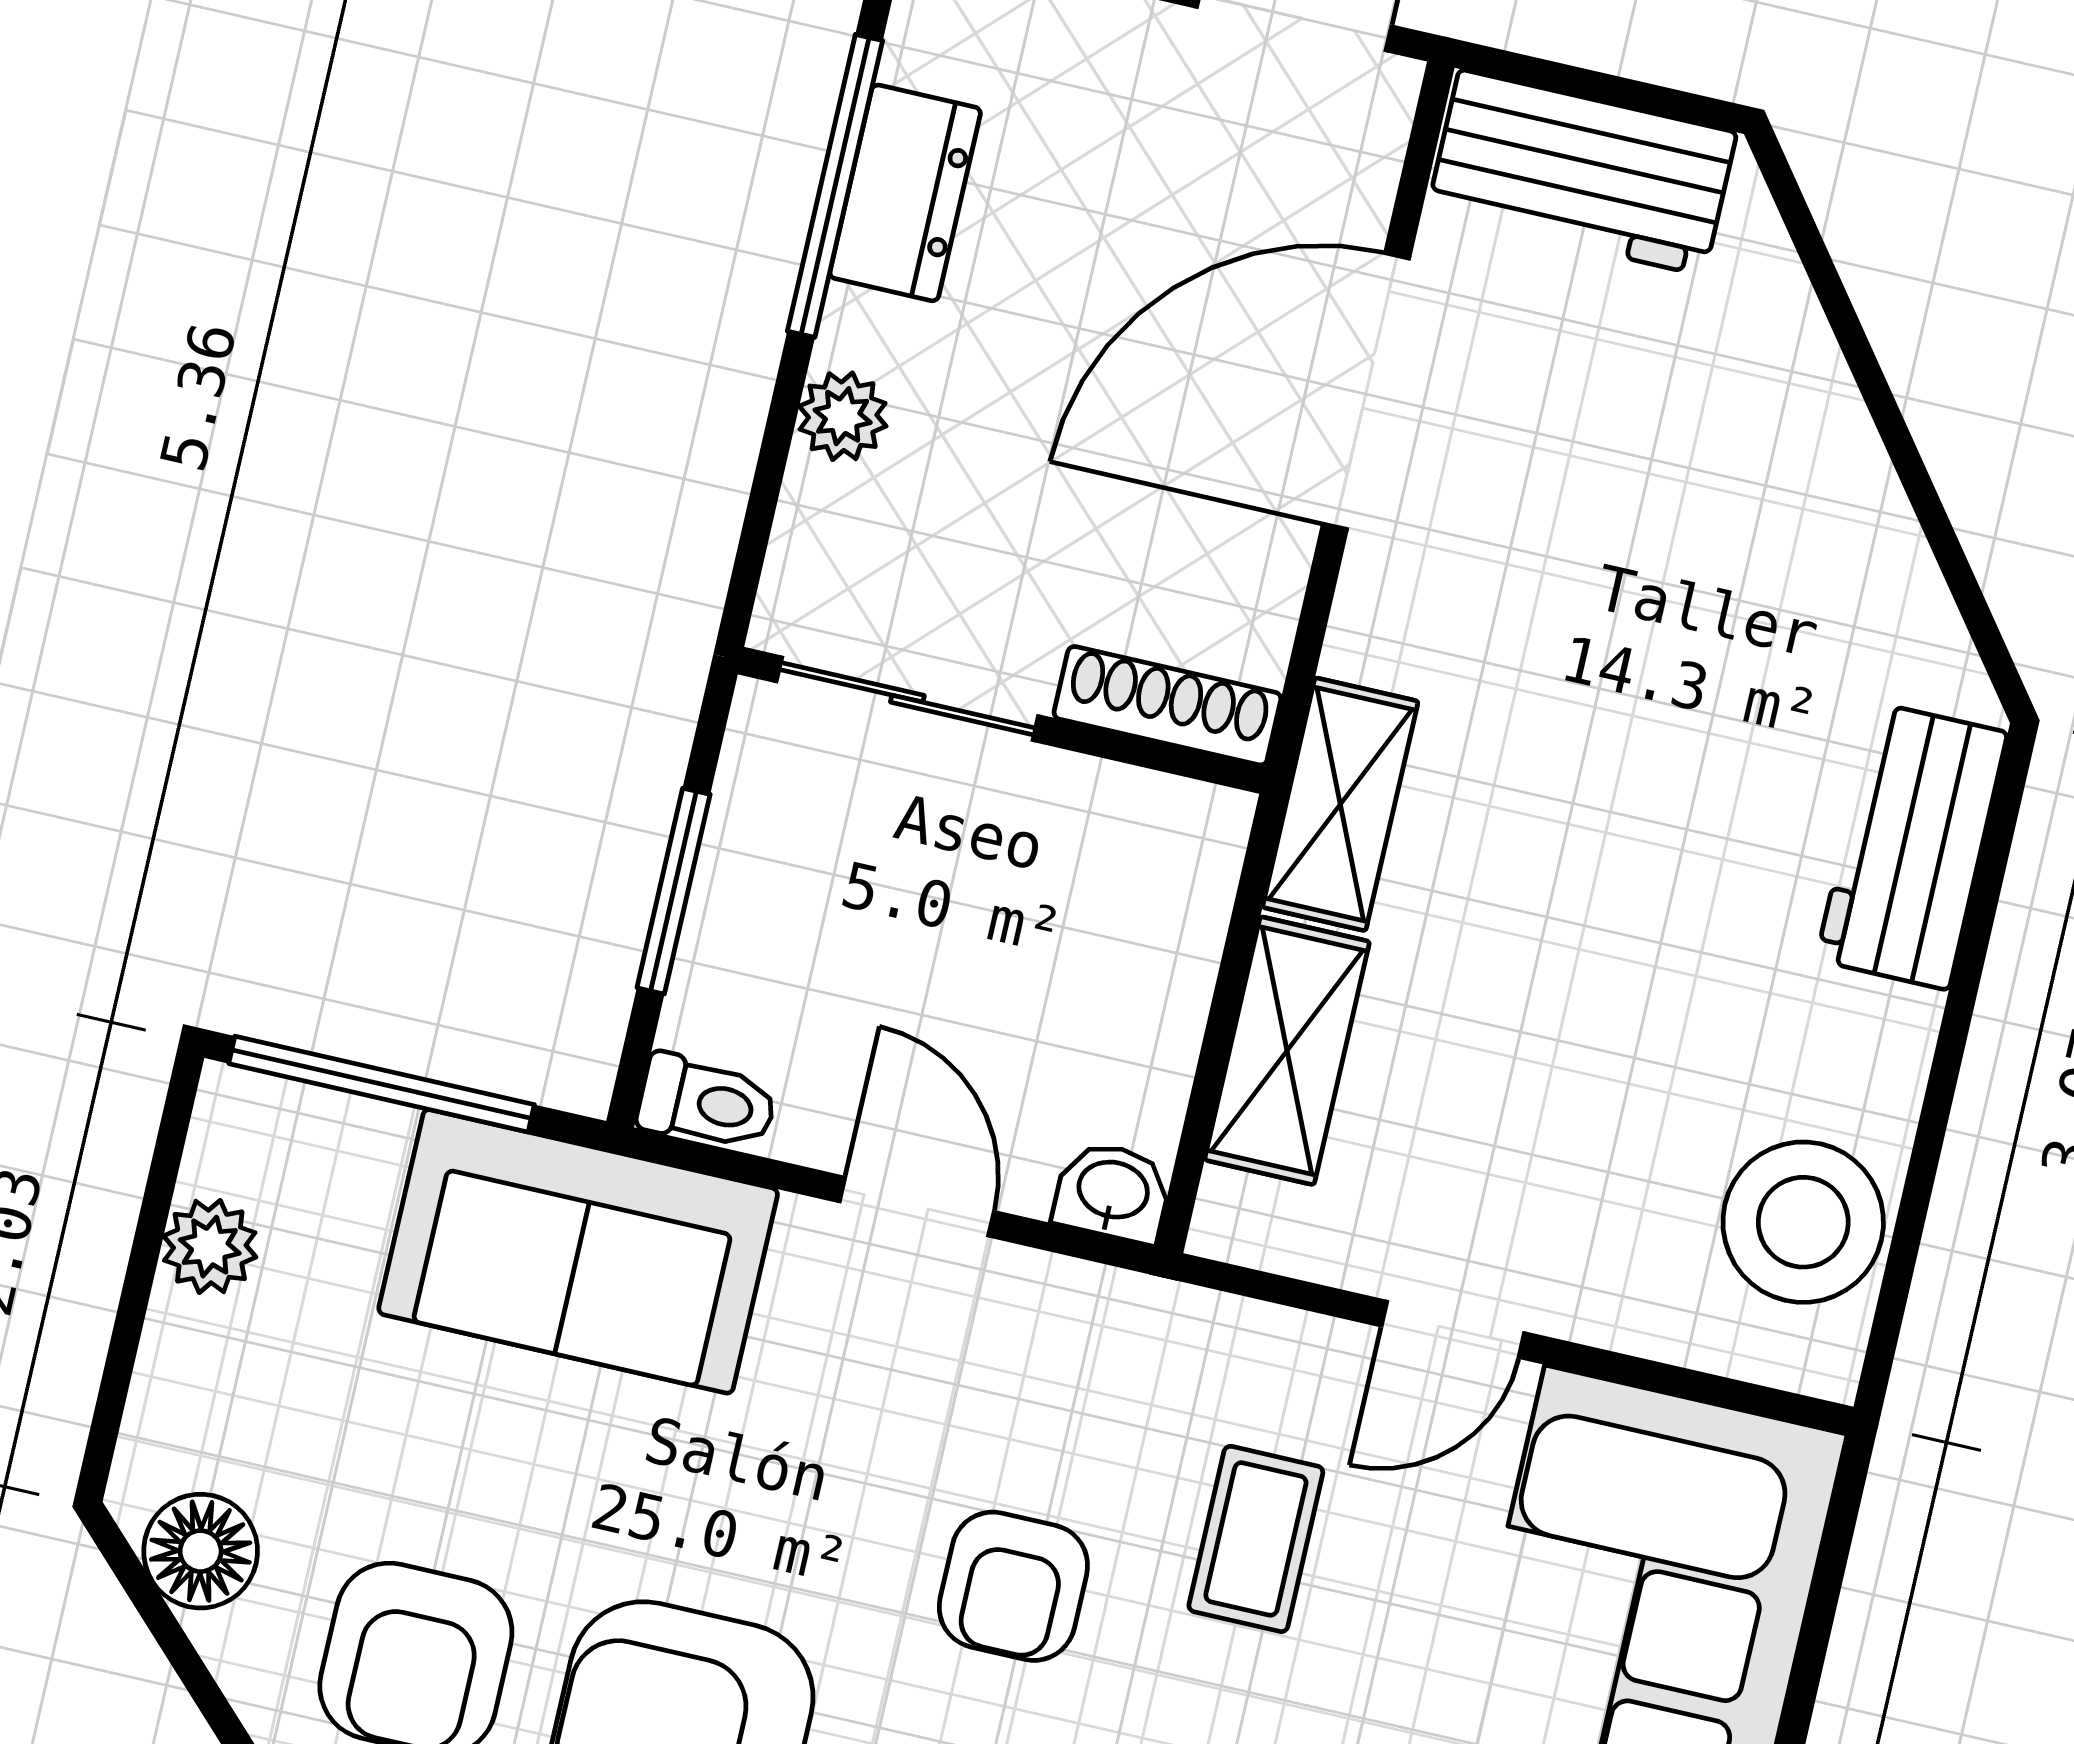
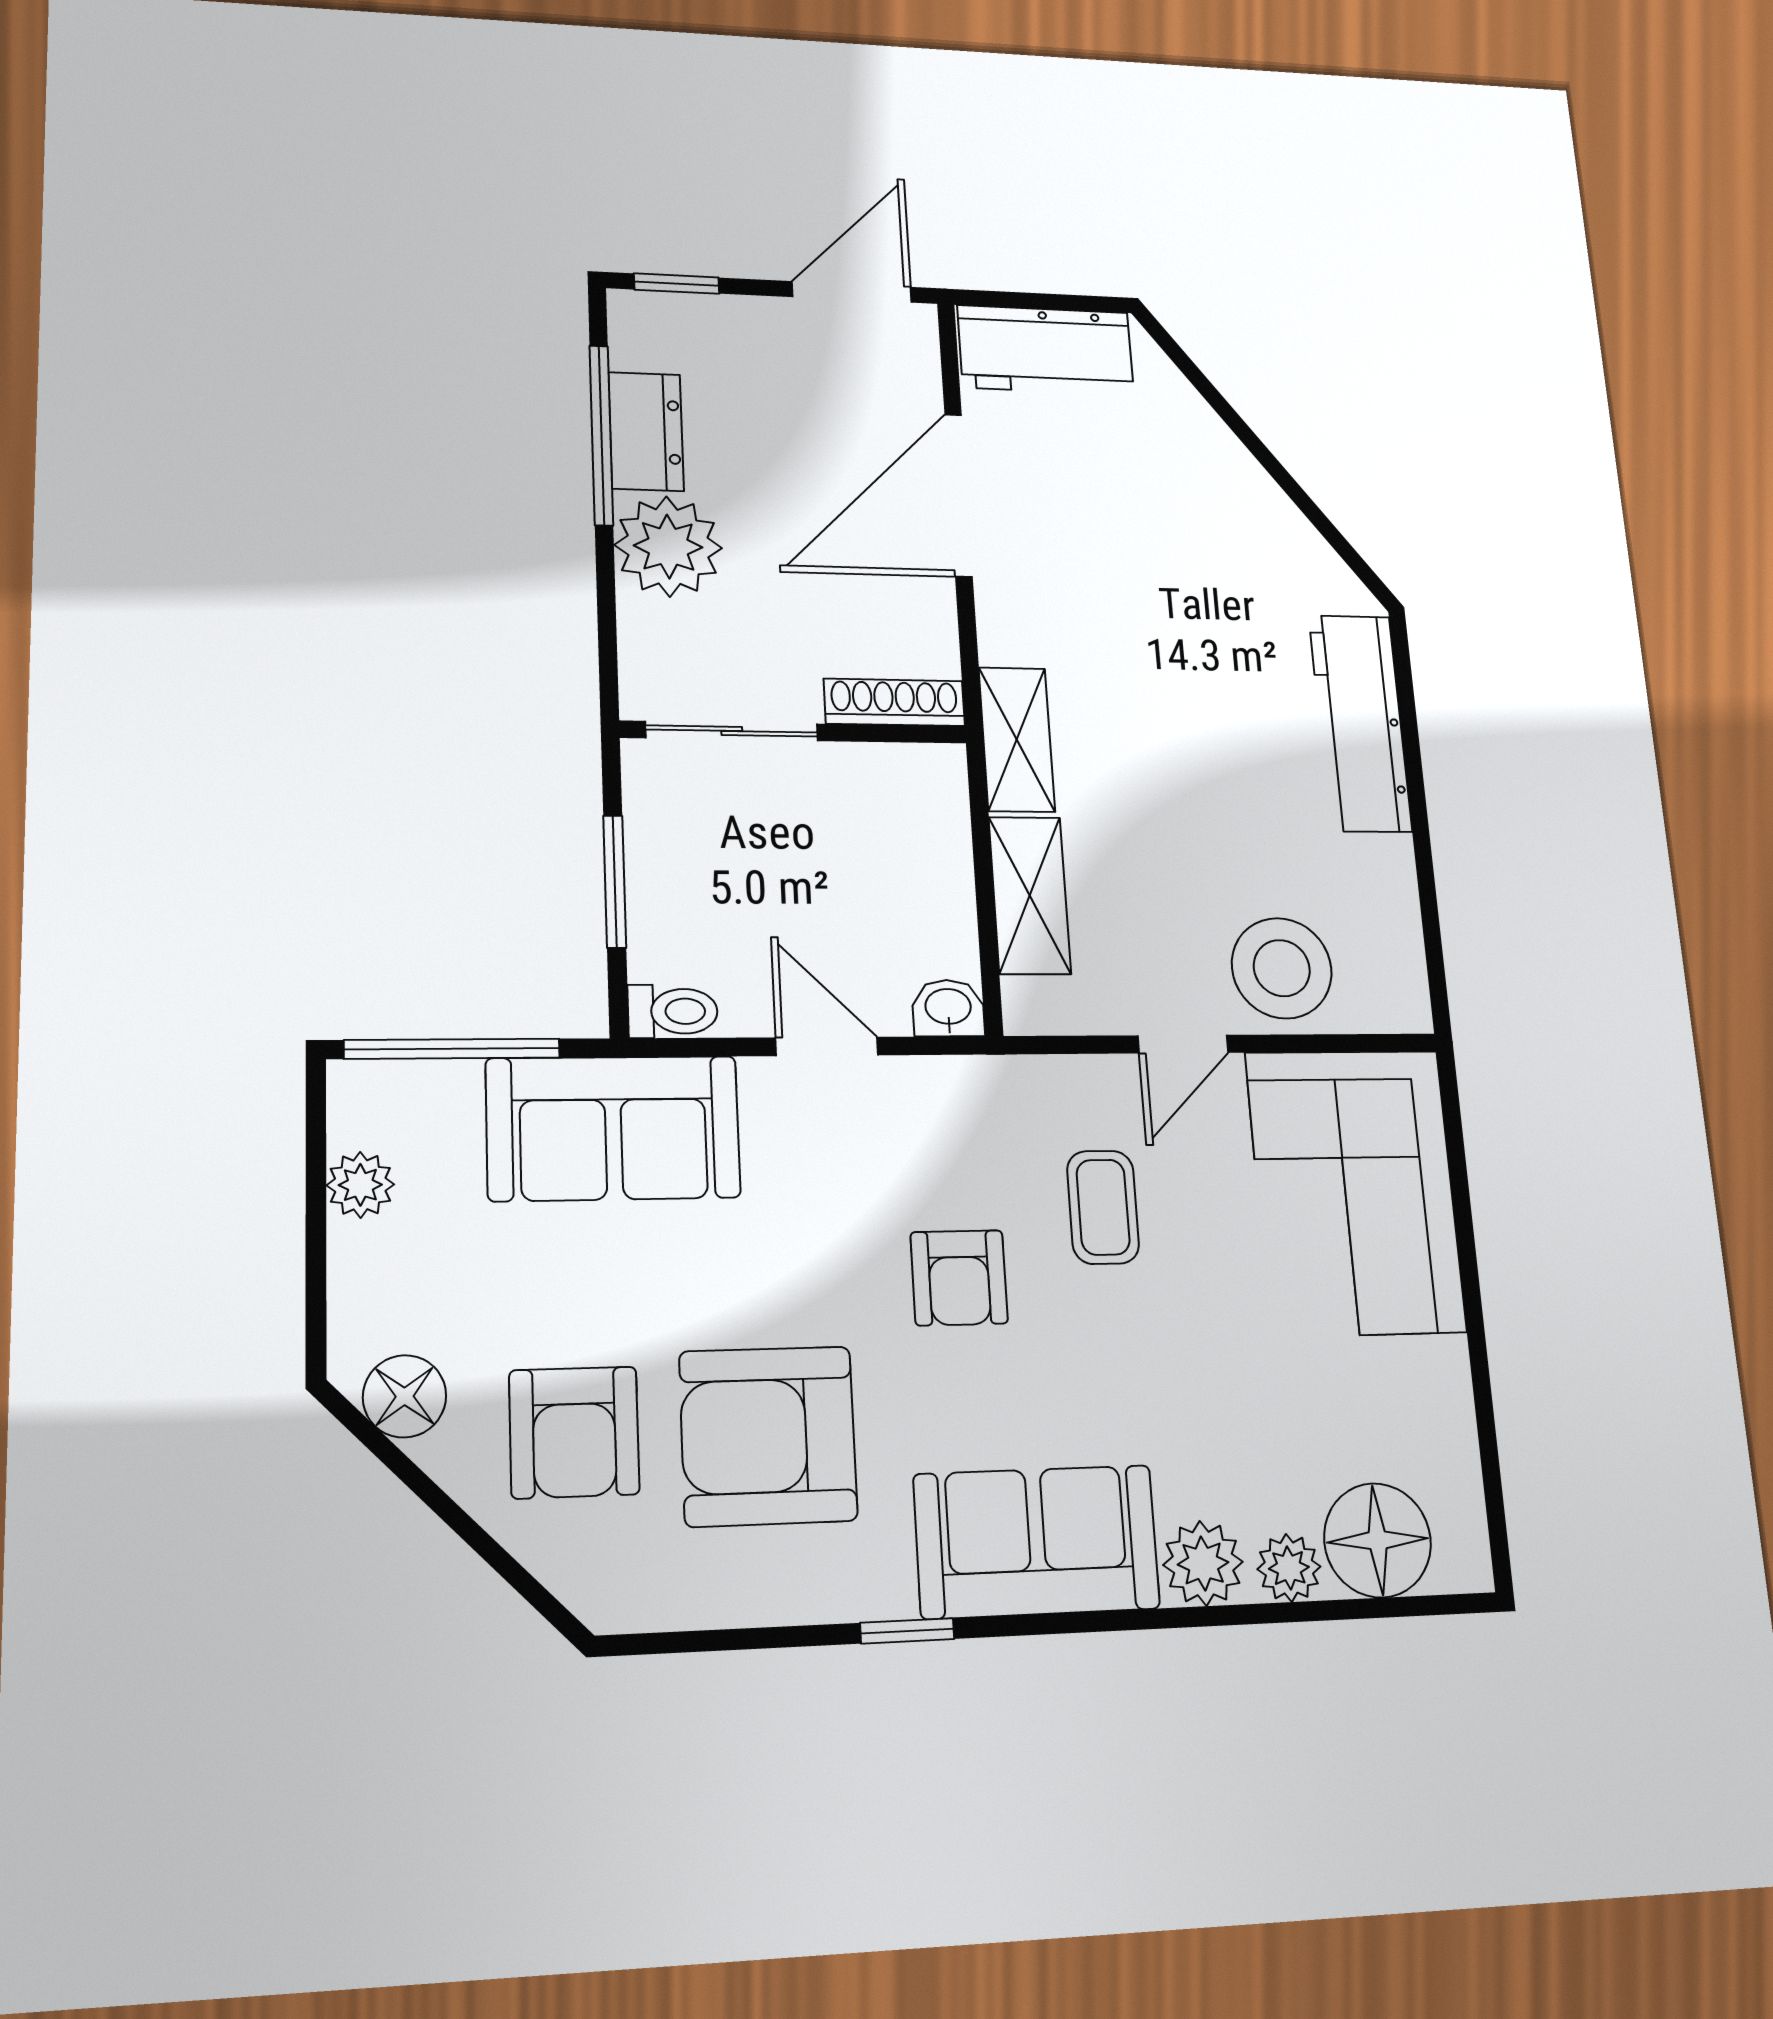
plant: (843, 416) -> (668, 546), width x1.87, depth x1.87
workbench: (1912, 846) -> (1360, 723), width x1.37
stool: (1803, 1222) -> (1282, 968), moved

